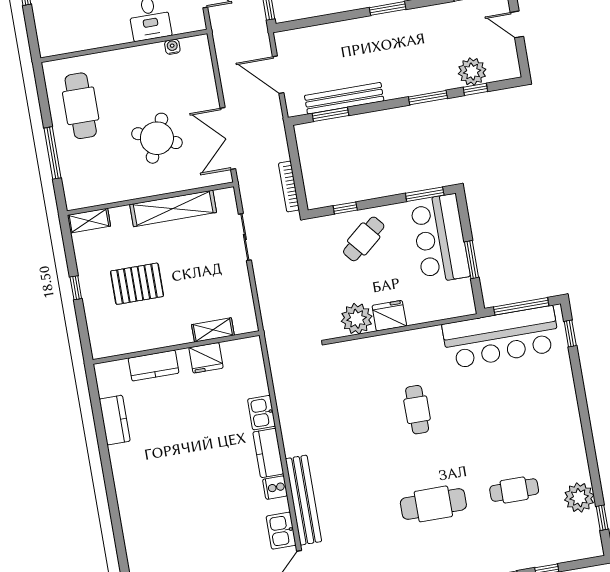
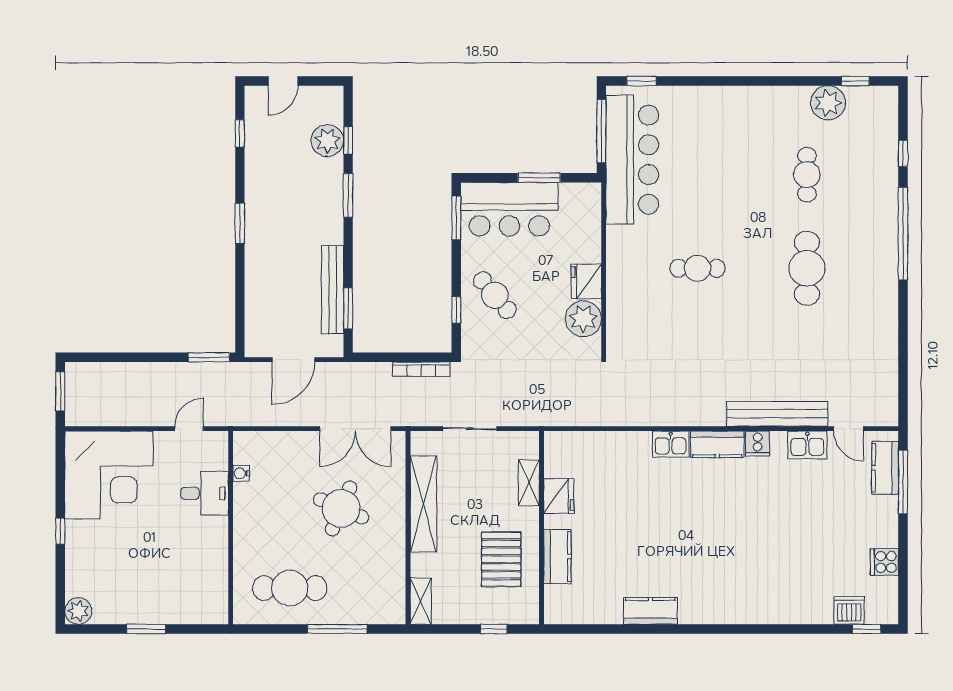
shelving: (213, 330) -> (529, 483), moved
wall: (176, 348) -> (542, 528), moved
fridge: (206, 358) -> (559, 496), moved
kitchen counter: (154, 366) -> (557, 556), moved

